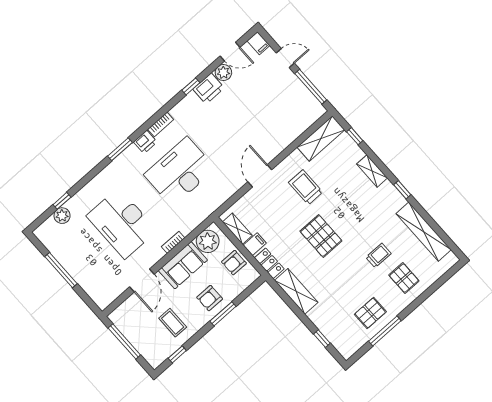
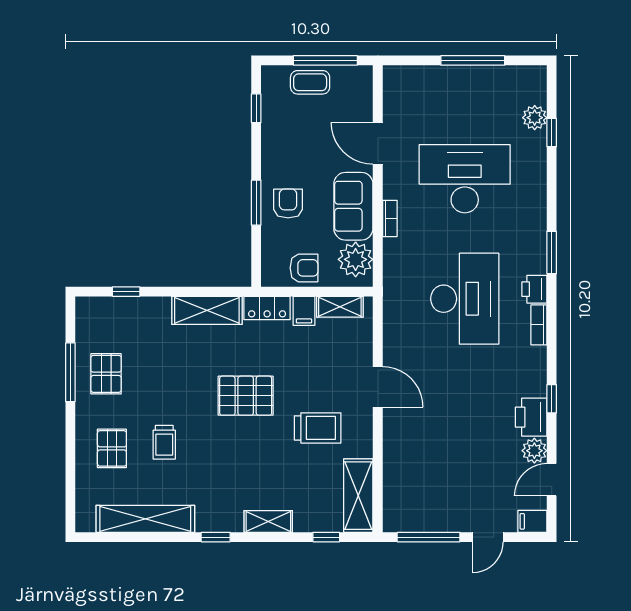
armchair: (234, 263) -> (304, 268), turned 90
pallet: (404, 278) -> (112, 448), turned 90
coffee table: (173, 323) -> (310, 82), moved

